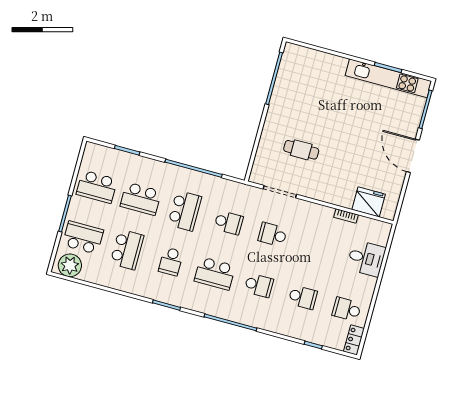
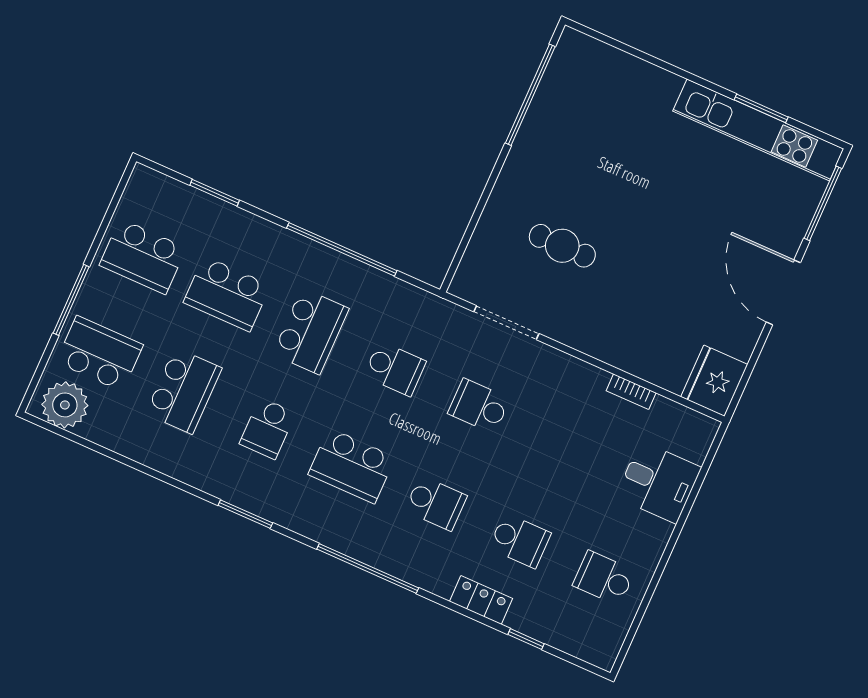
fridge: (369, 202) -> (714, 381), moved, turned -90
locker: (354, 340) -> (481, 600), moved, turned 90

